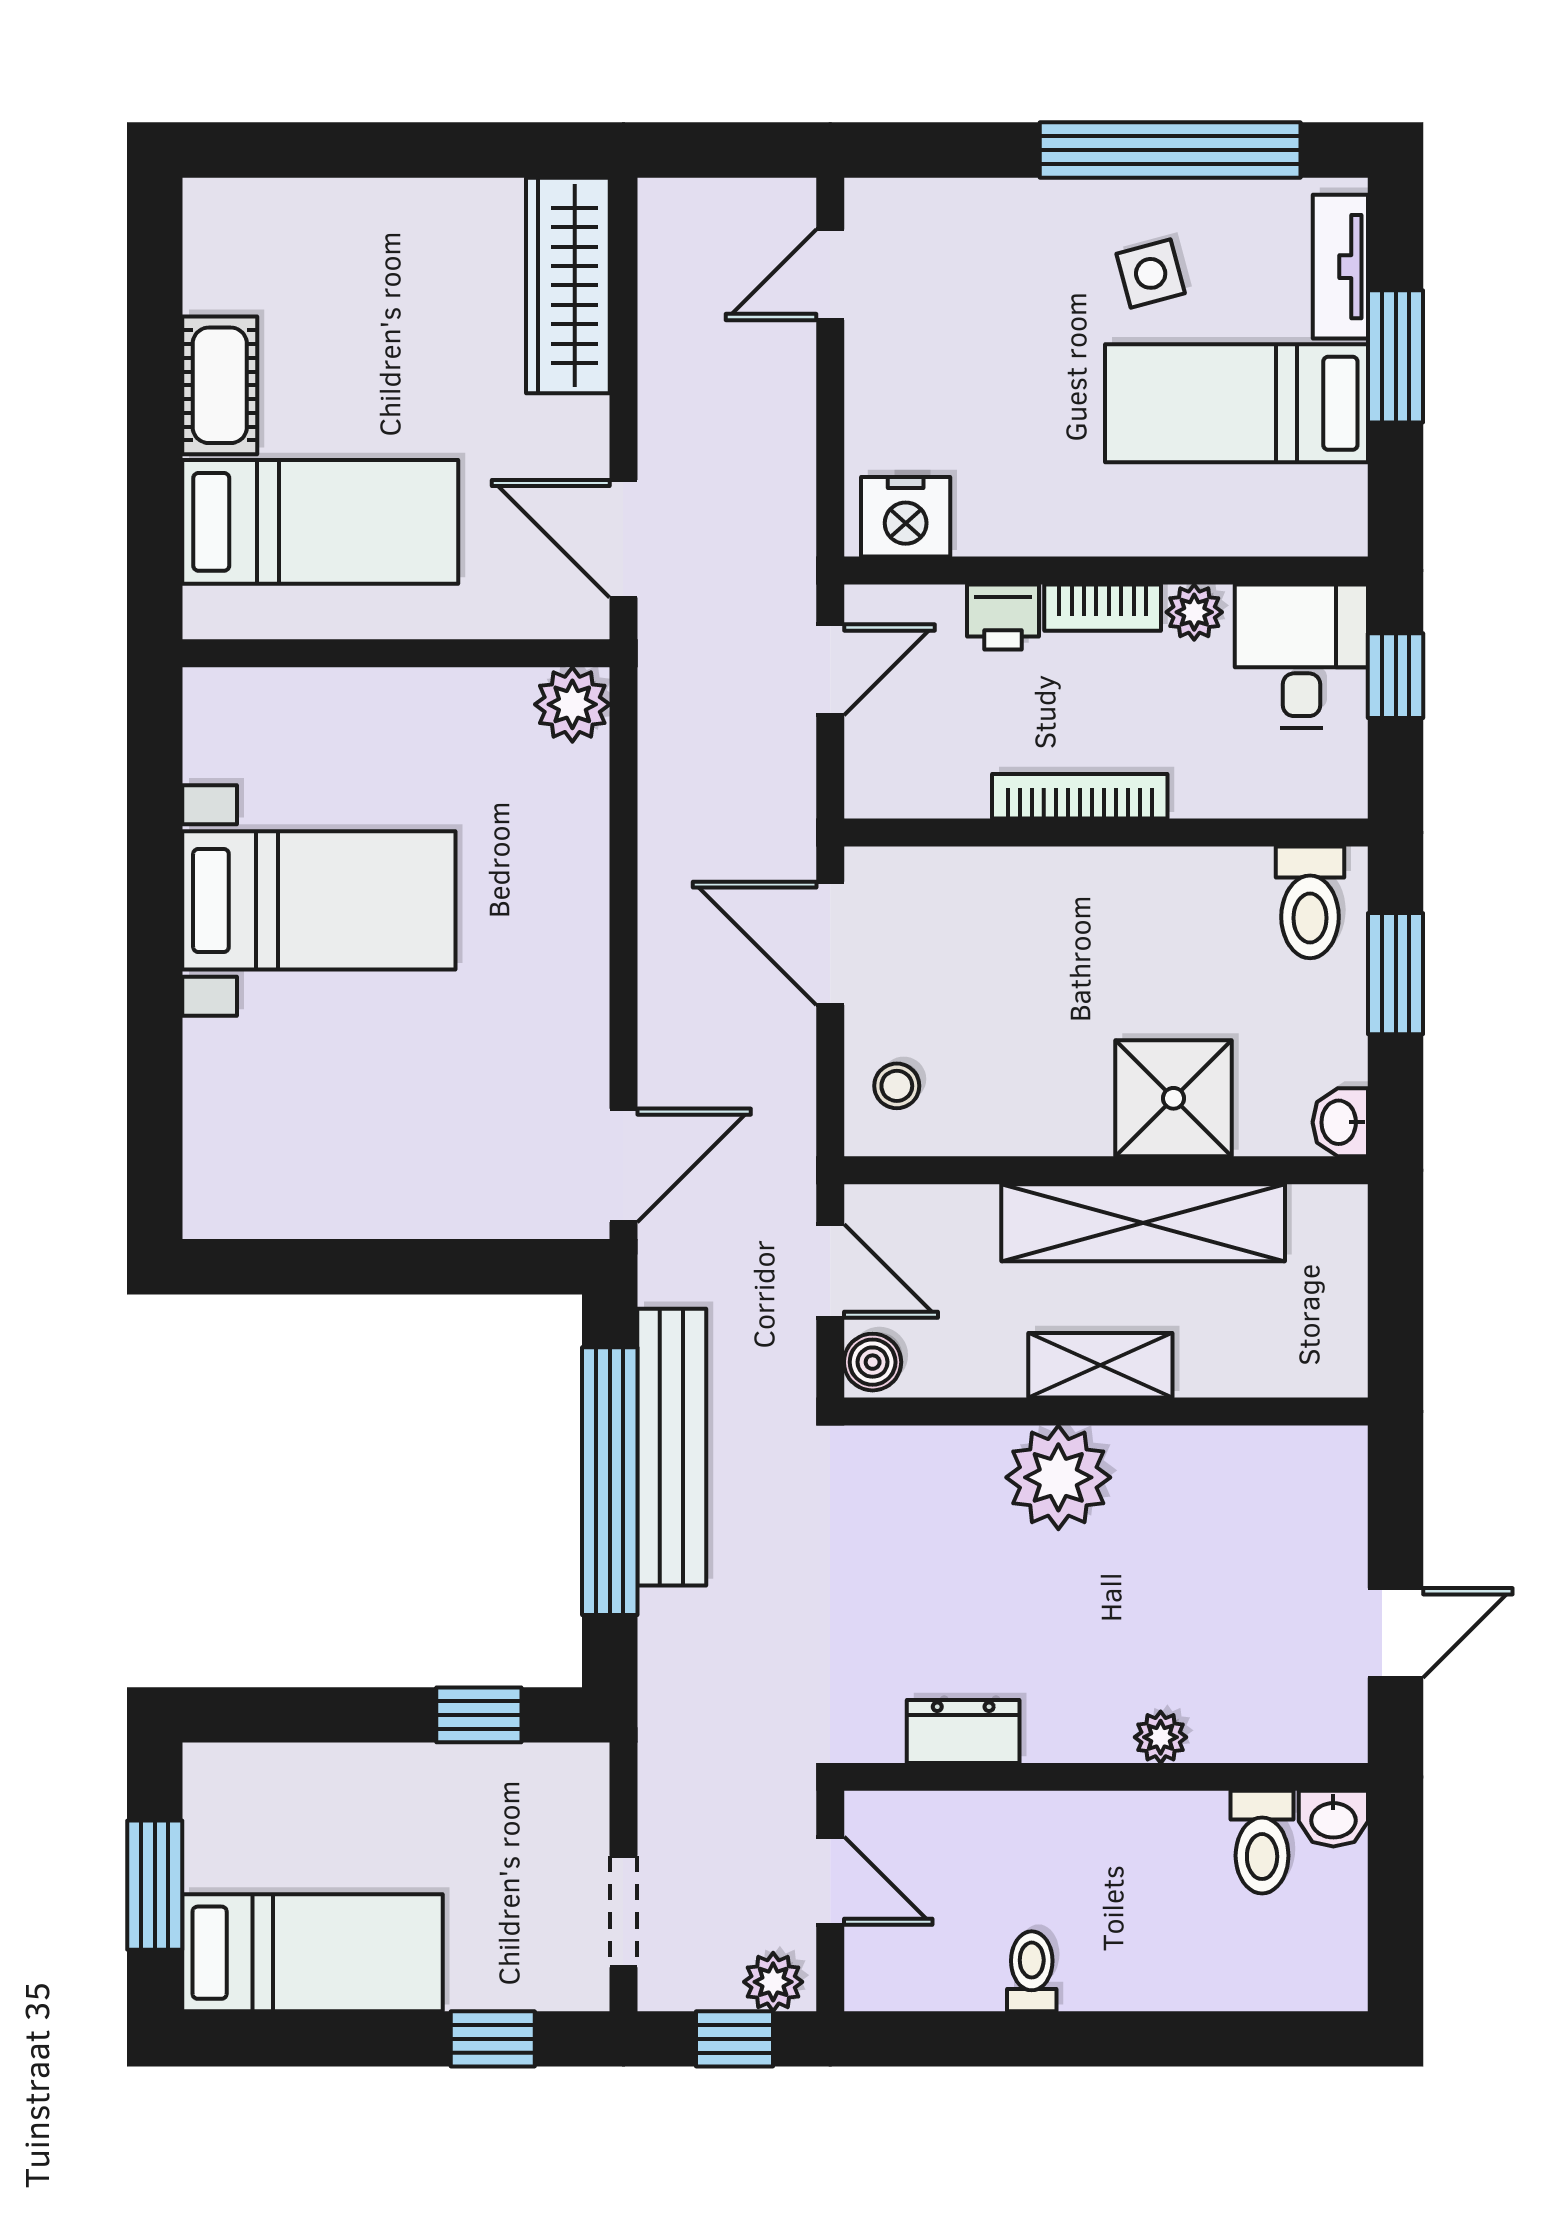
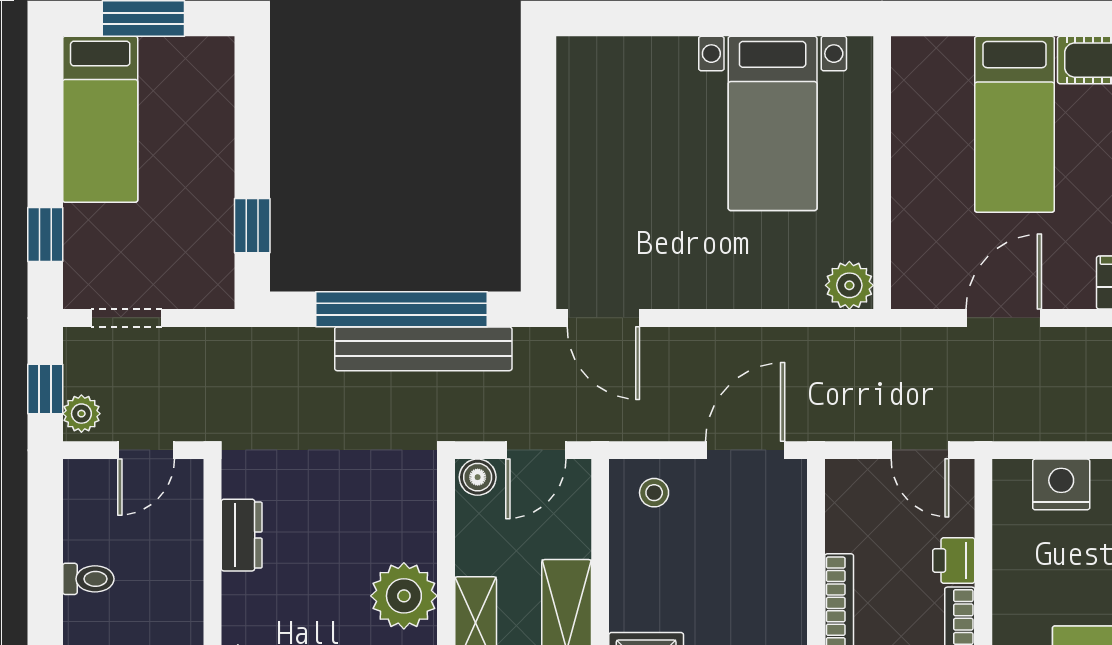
nightstand: (906, 517) -> (1061, 484), moved, turned 90
wall: (396, 653) -> (882, 173), moved
plant: (572, 704) -> (849, 285), moved

